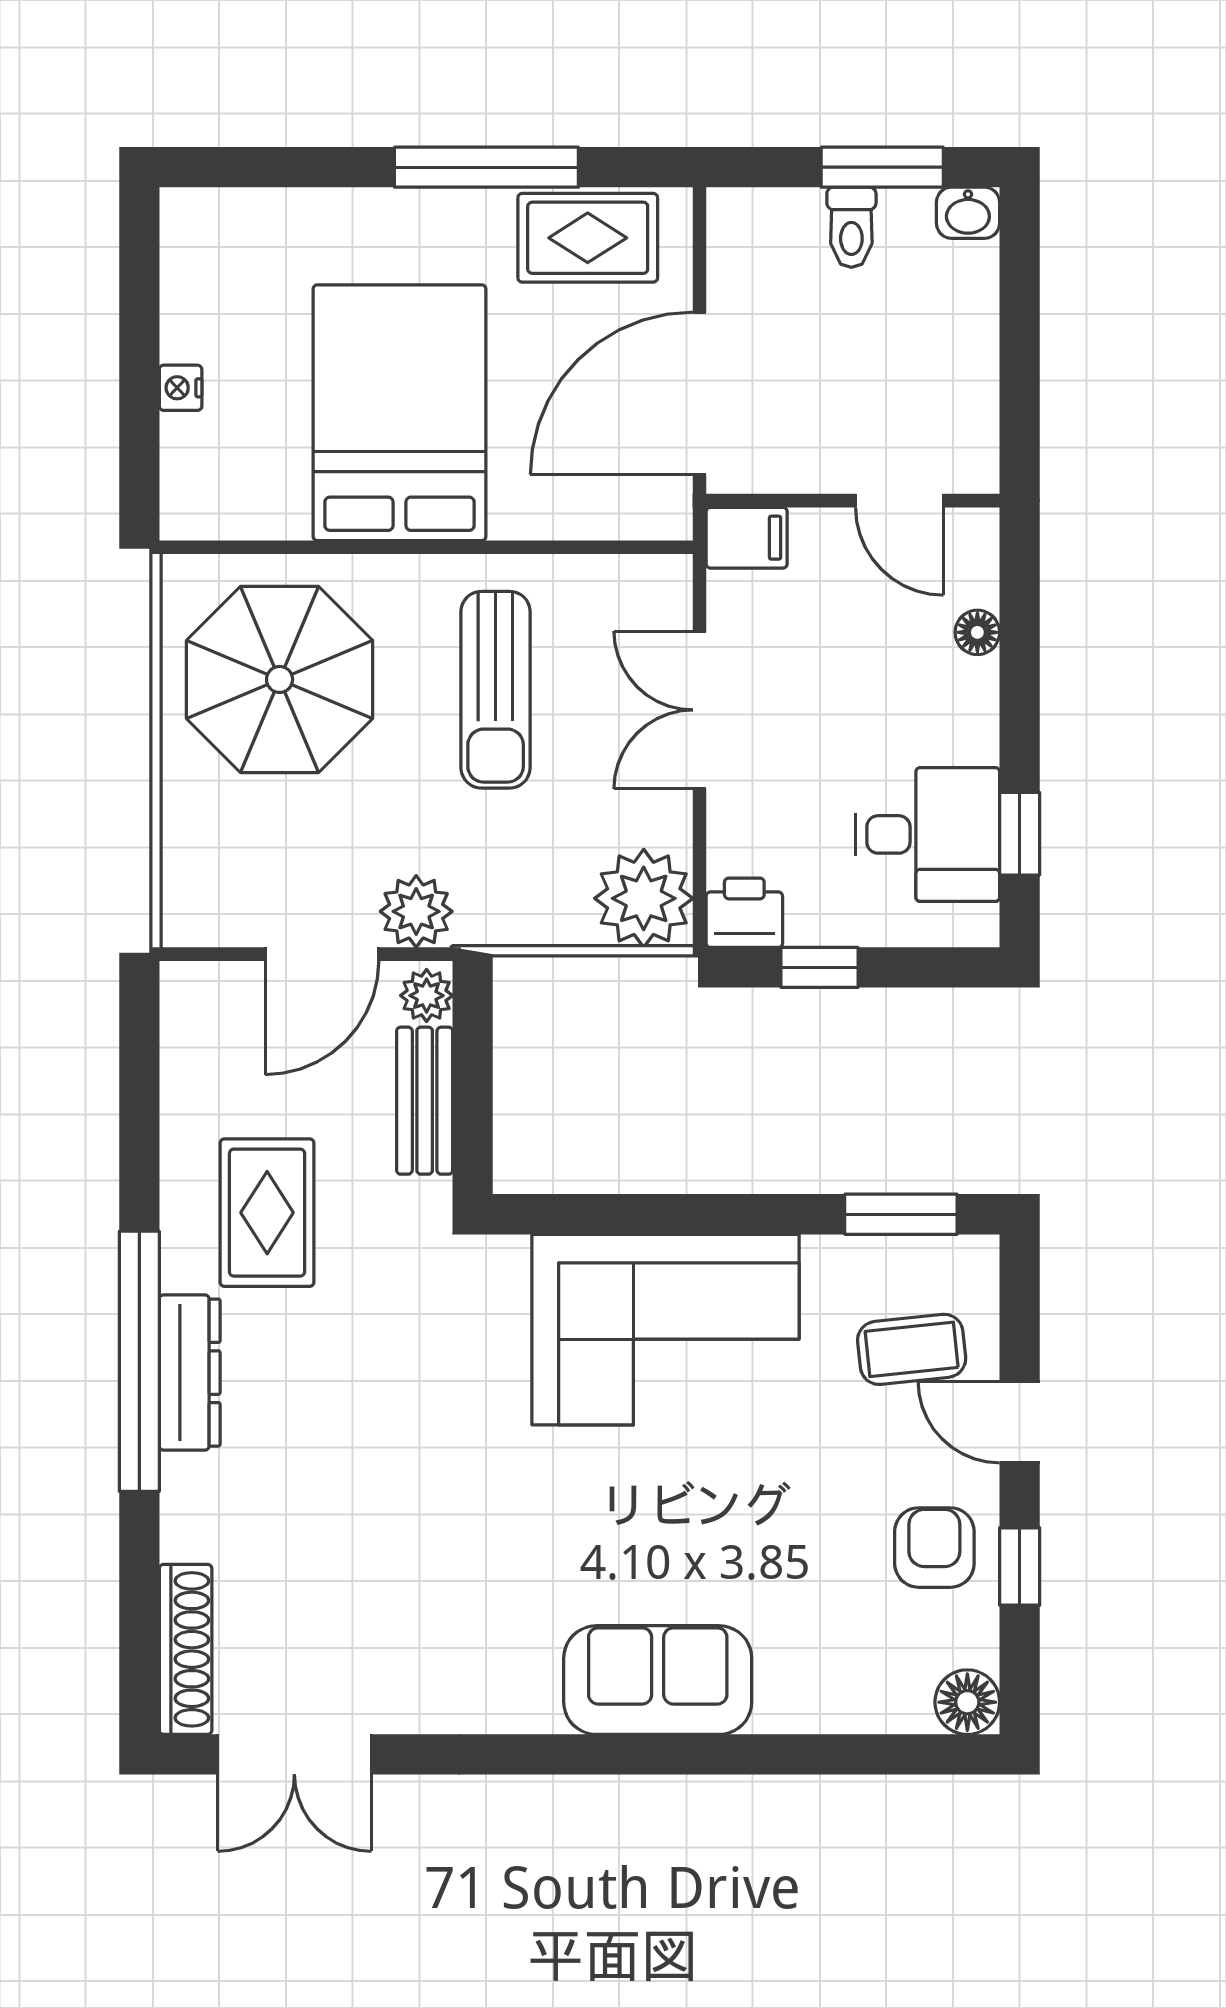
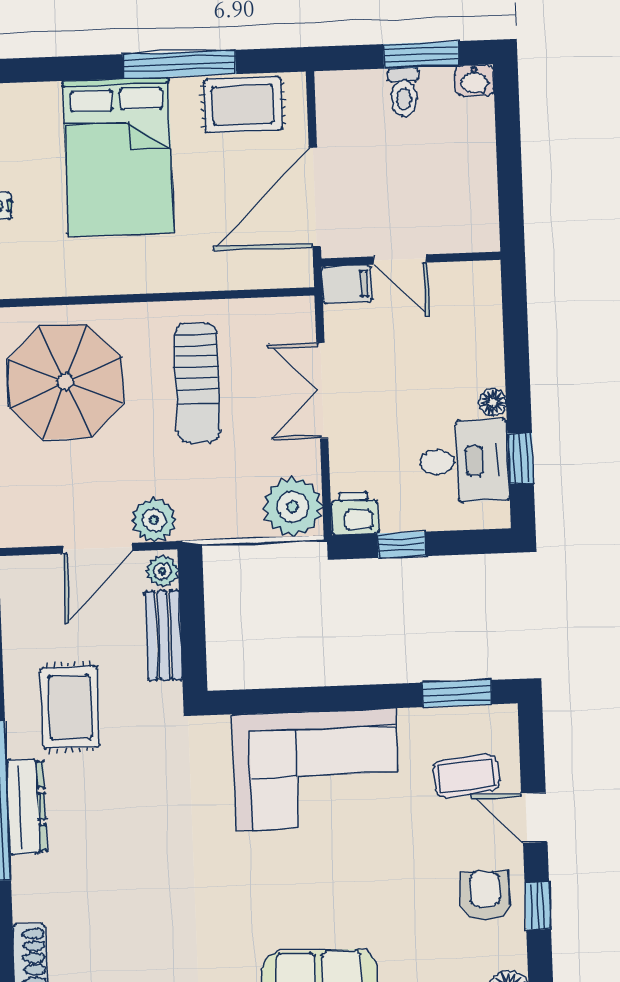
bed: (399, 413) -> (118, 157), moved, turned 180
door: (899, 501) -> (400, 260), moved
floor lamp: (977, 632) -> (493, 402), moved

